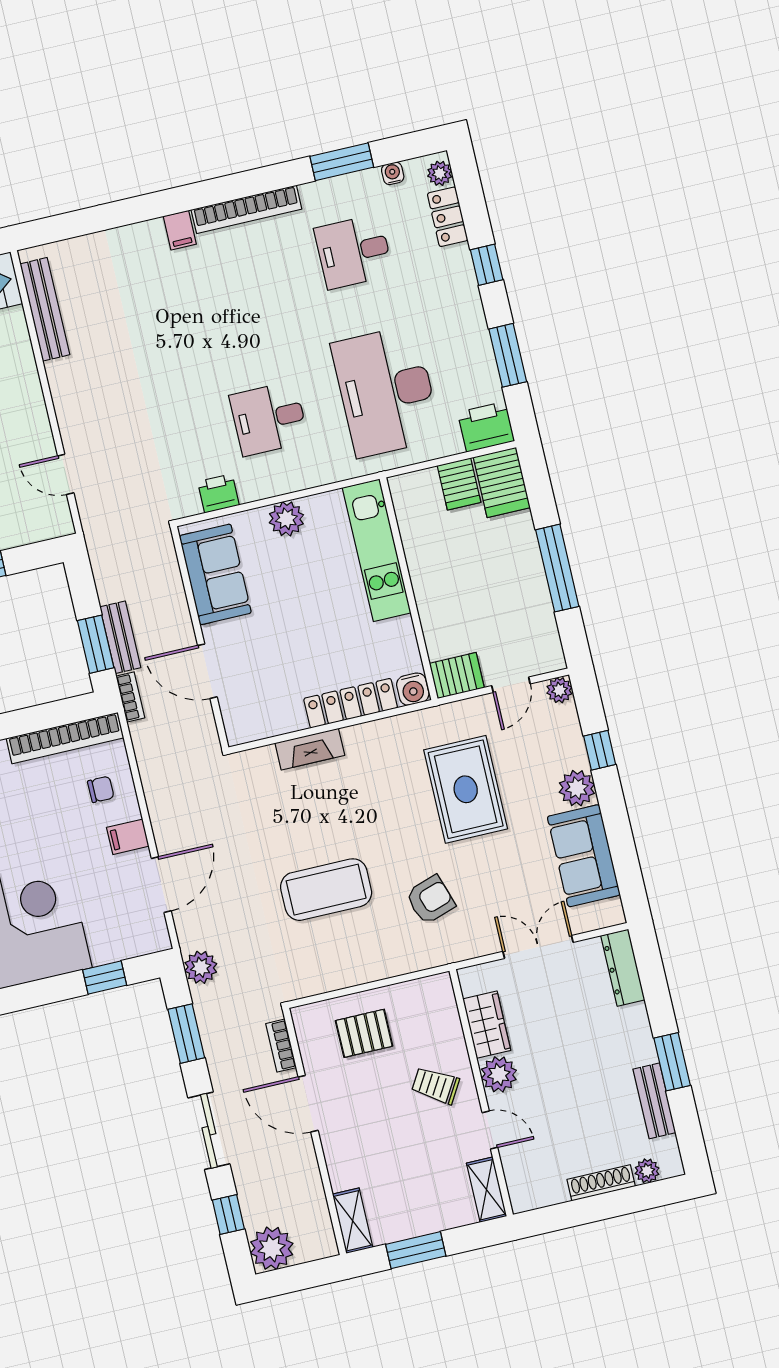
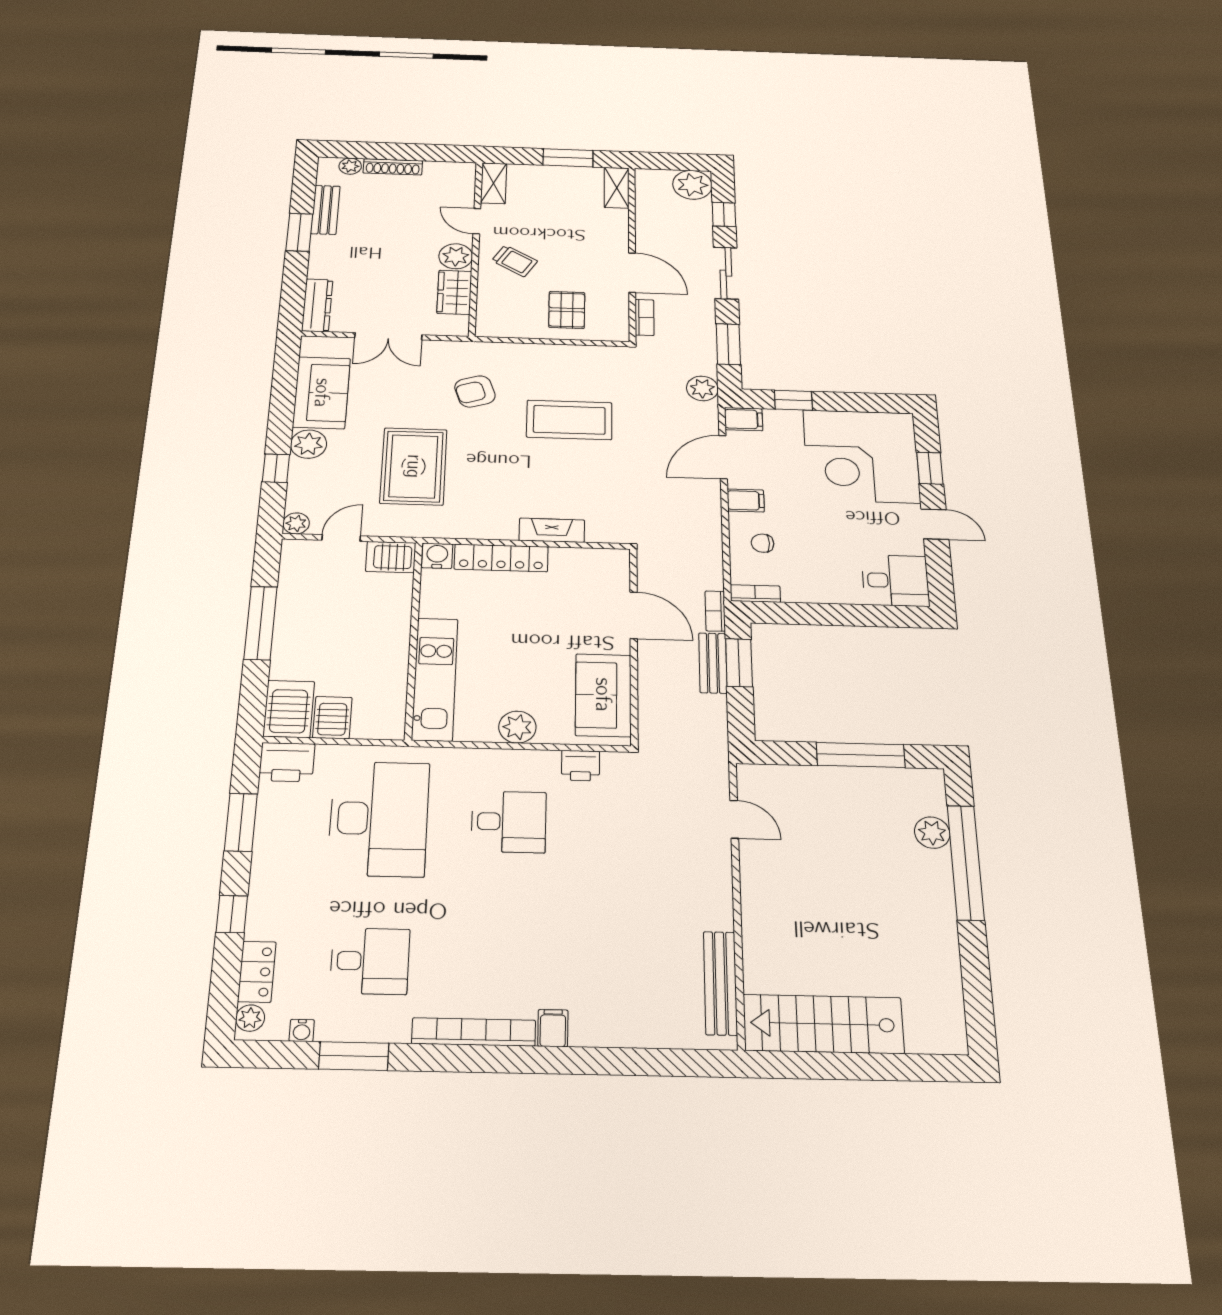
bookcase: (65, 738) -> (755, 594), width x0.43, depth x0.76
filing cabinet: (150, 939) -> (744, 419), added
pallet: (364, 1033) -> (567, 310), turned 90

